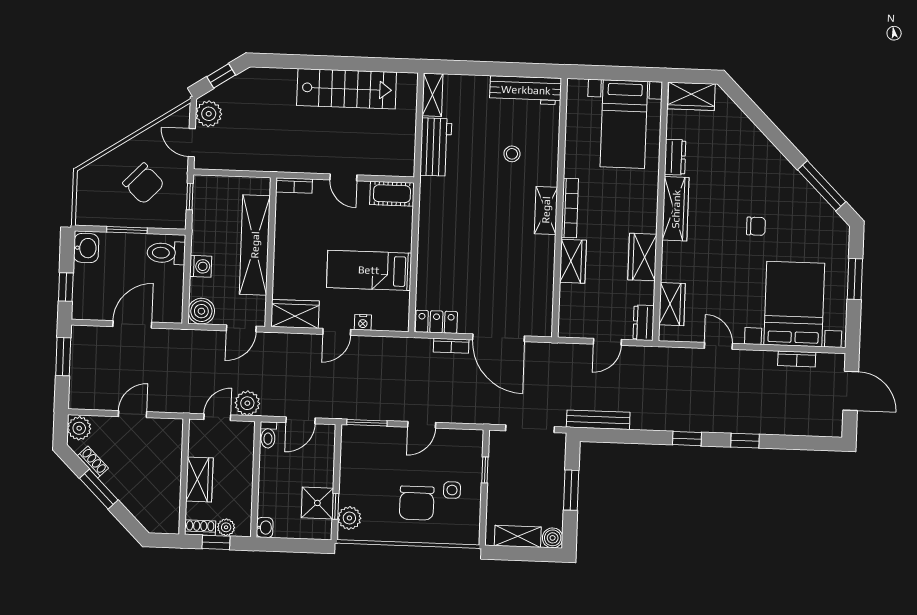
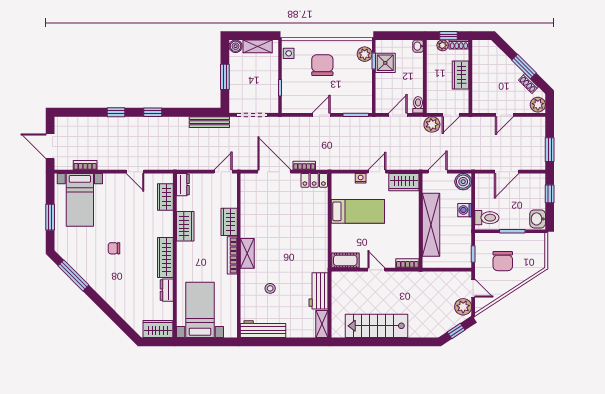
chair: (144, 184) -> (503, 261), turned -134
bed with nightstands: (794, 304) -> (80, 200), width x0.73
door: (607, 342) -> (223, 172), moved
side table: (452, 490) -> (289, 53), moved

